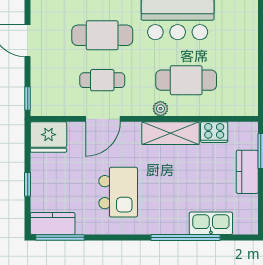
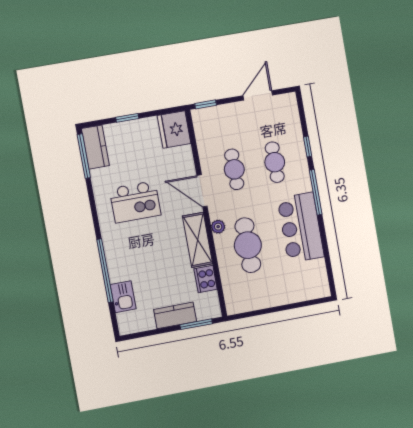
cafe table: (102, 35) -> (275, 162), width x0.73, depth x0.74
door: (103, 119) -> (202, 191), moved
kitchen sink: (211, 223) -> (123, 297), width x0.73

